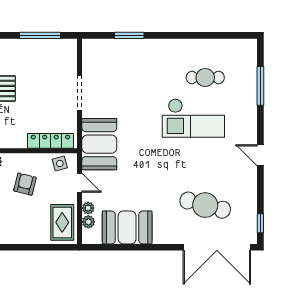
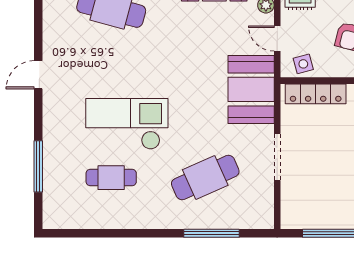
window: (129, 35) -> (212, 233), width x1.44
cafe table: (134, 77) -> (205, 178), added
door: (260, 155) -> (38, 75), swing flipped

